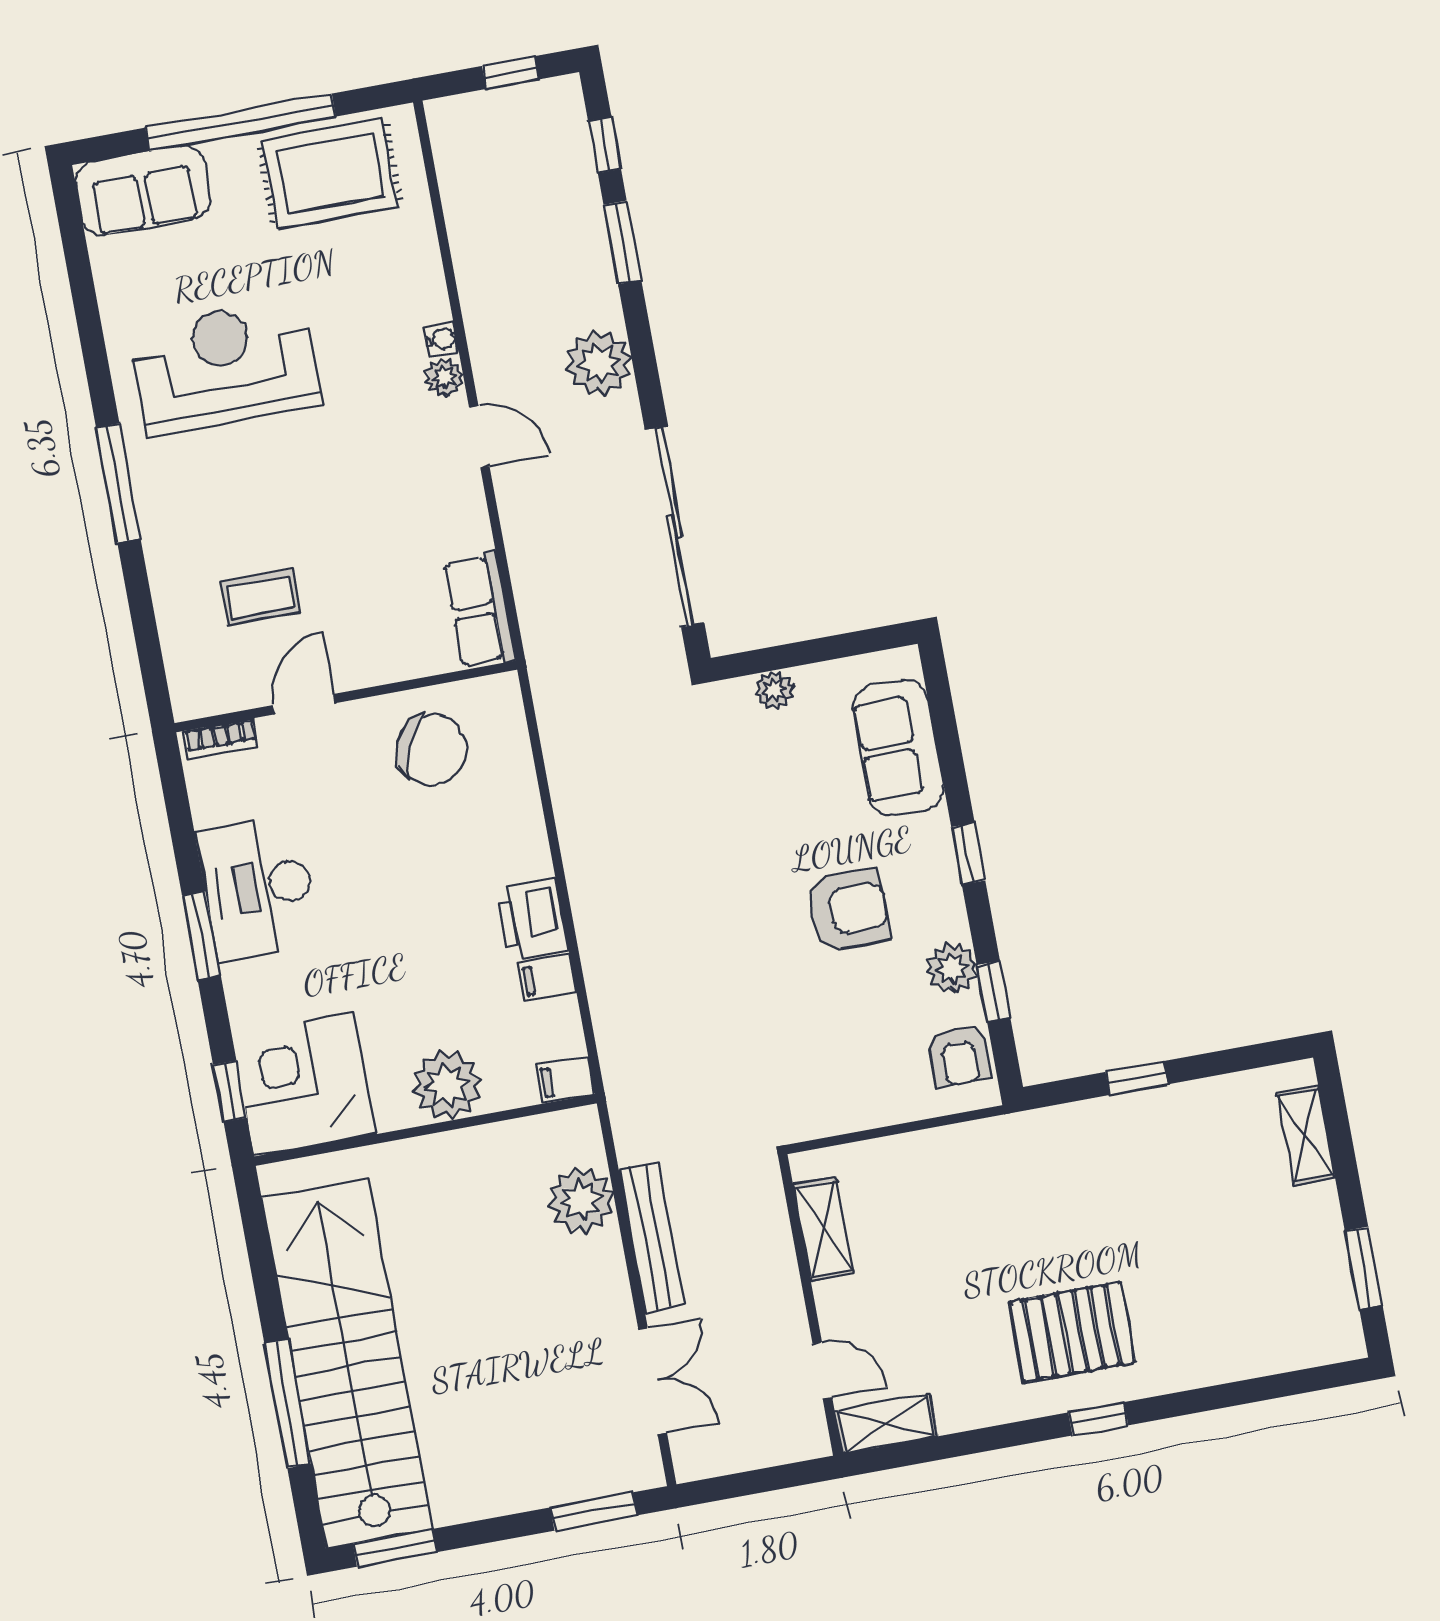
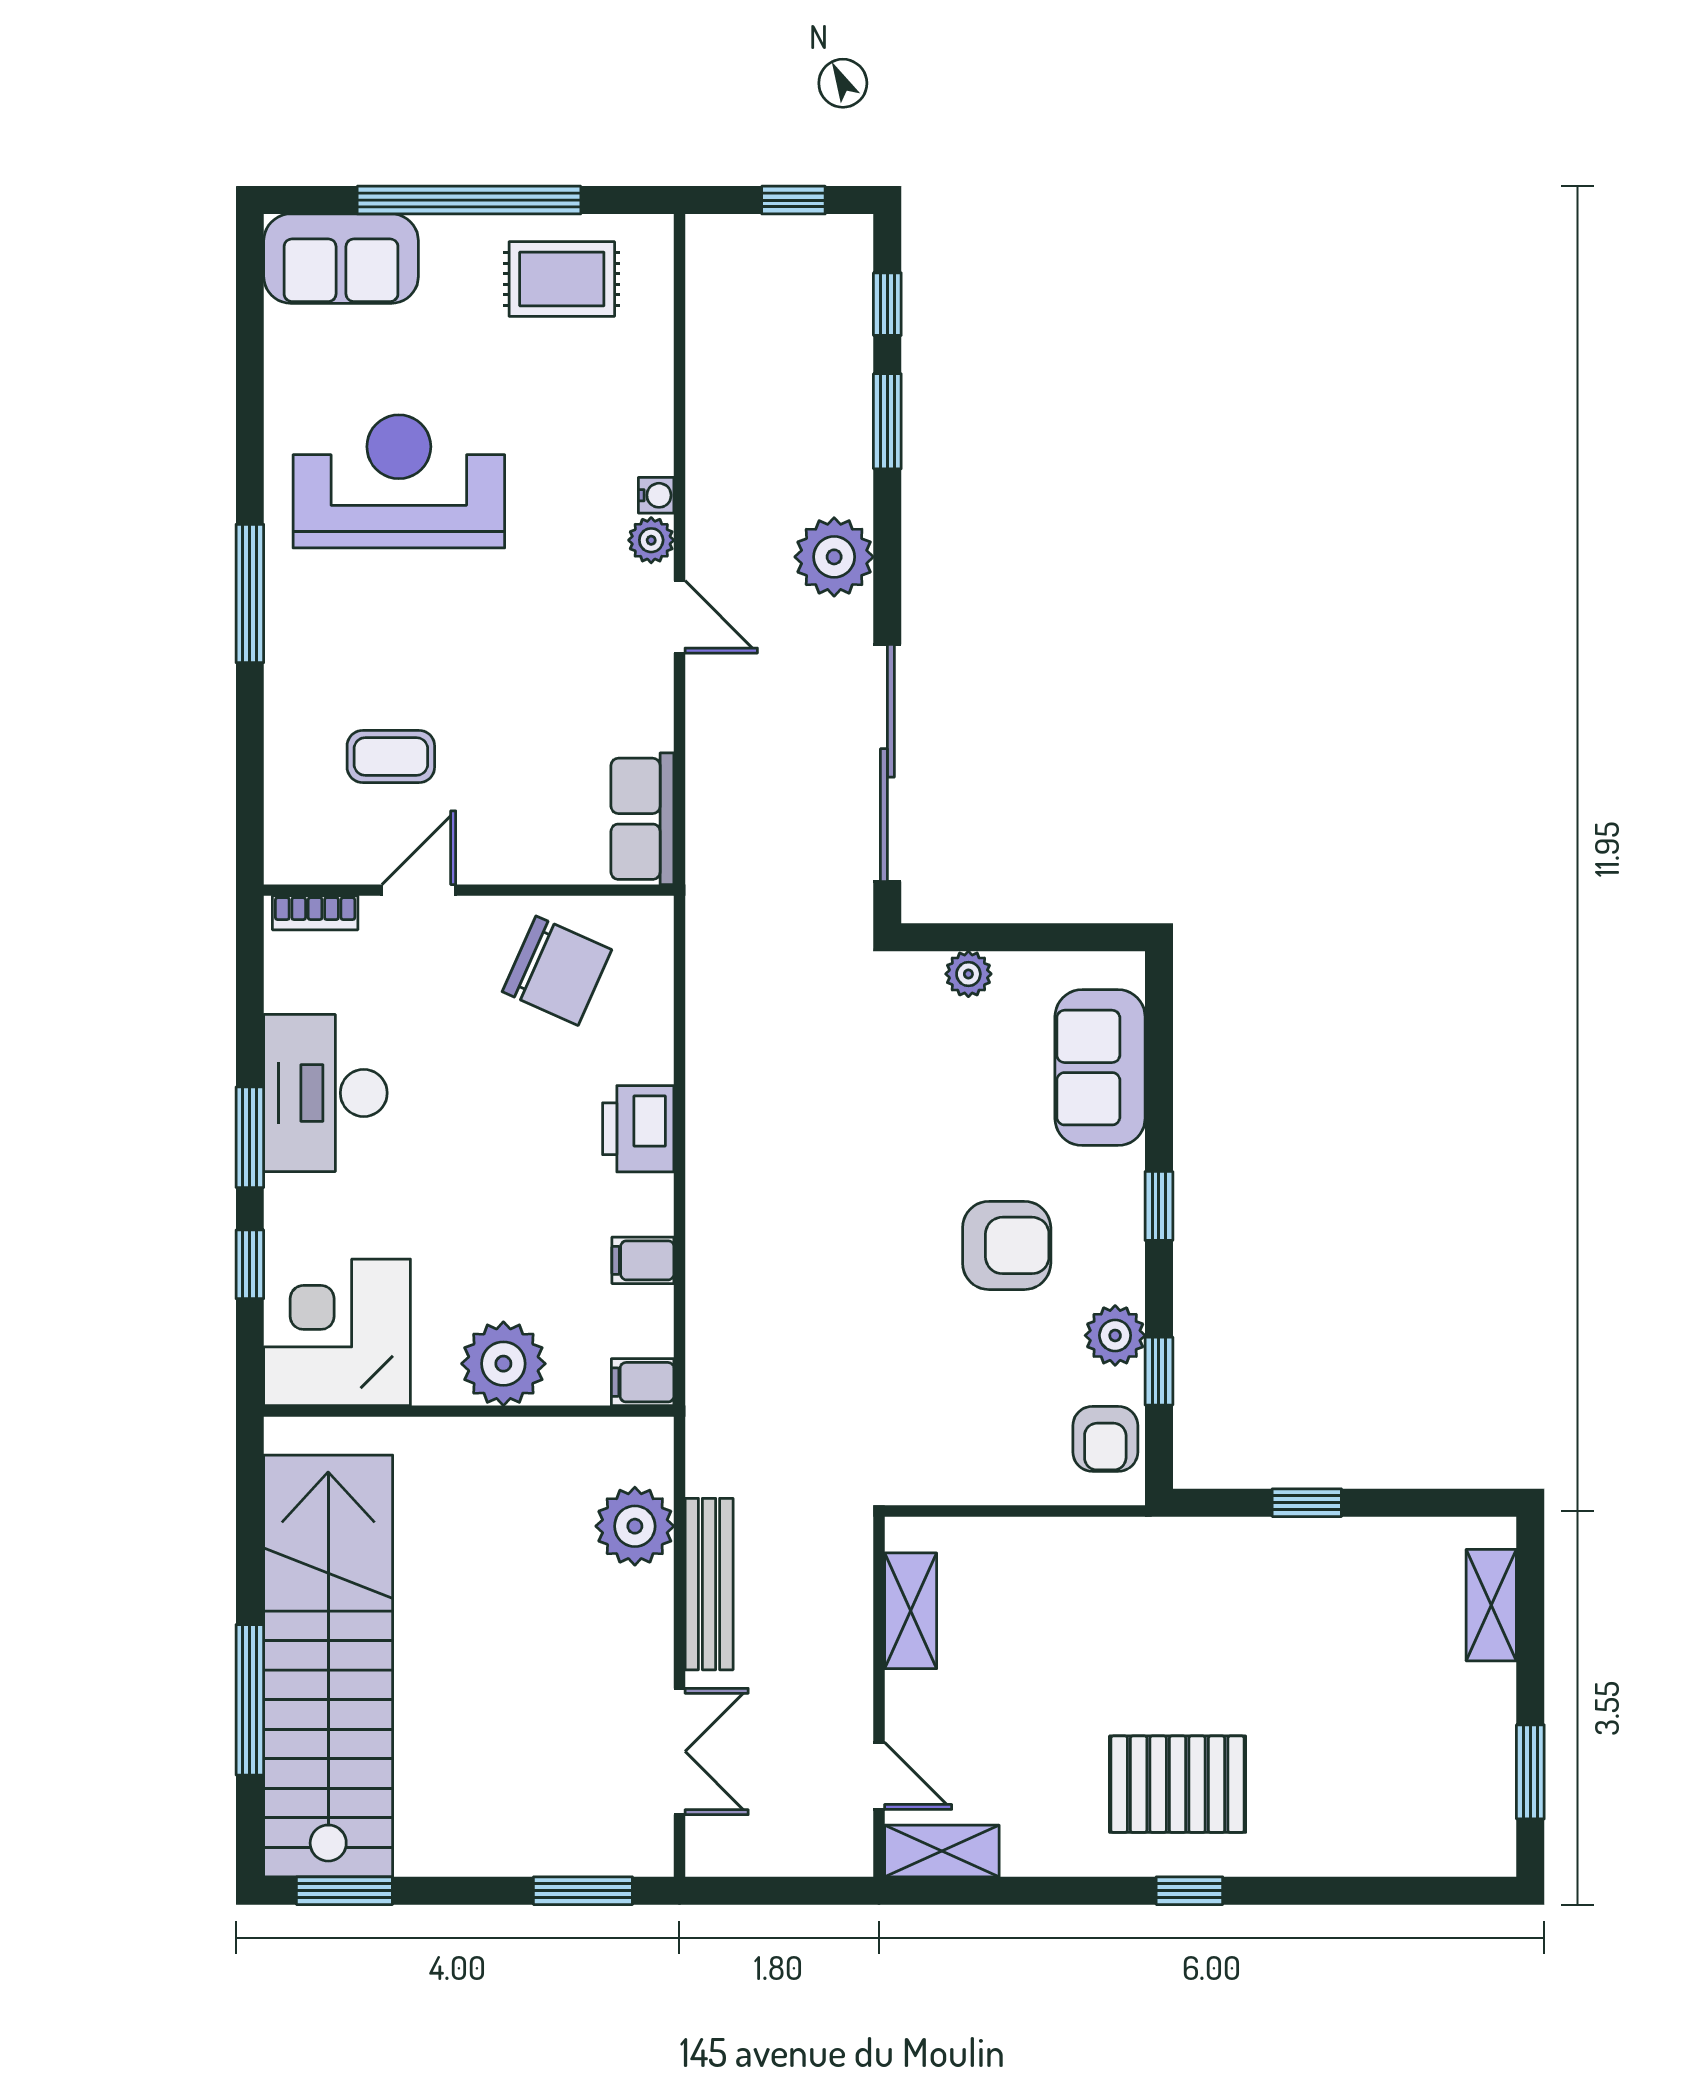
rug: (330, 174) -> (562, 279), width x0.73, depth x0.70
printer: (532, 920) -> (638, 1129), moved
window: (230, 1091) -> (250, 1264), moved

